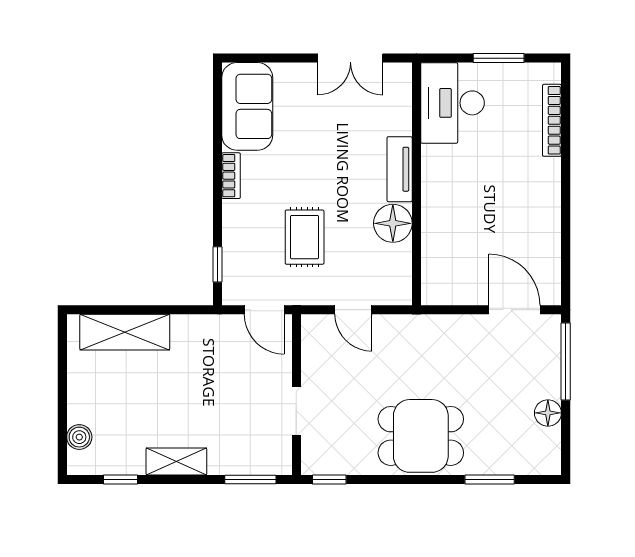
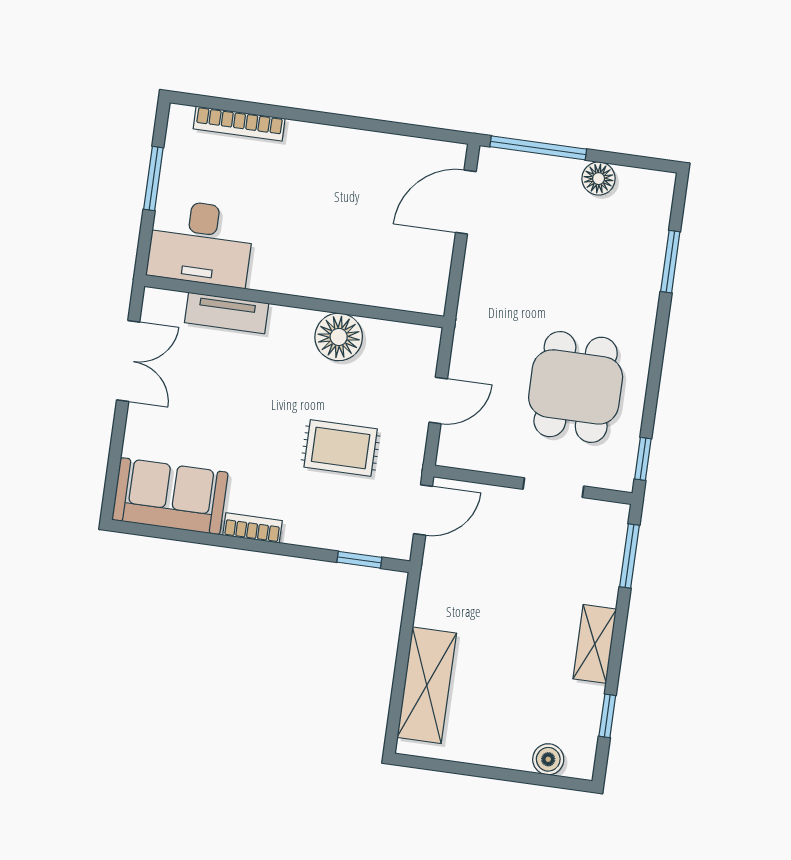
tv unit: (400, 169) -> (227, 313), moved
dining table: (421, 436) -> (576, 387), moved

